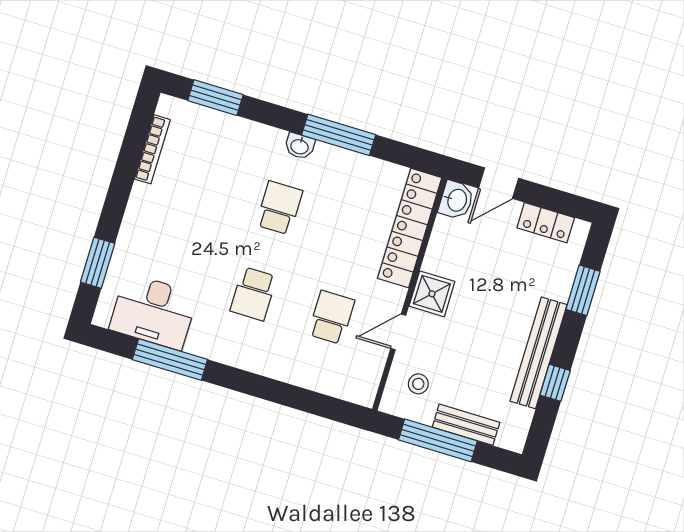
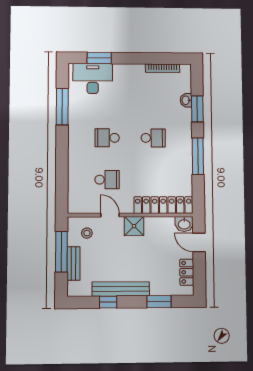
window: (215, 98) -> (197, 109), moved
washbasin: (300, 146) -> (186, 100), moved
desk: (153, 312) -> (93, 78), moved, turned 90

